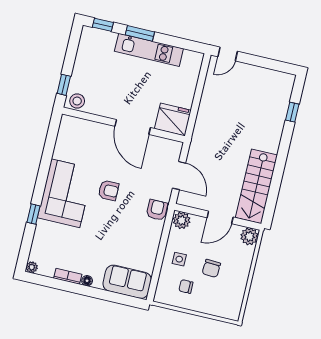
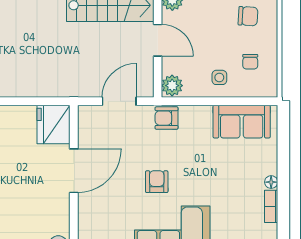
chair: (211, 268) -> (248, 16), moved
sofa: (127, 282) -> (242, 122), moved, turned -90

